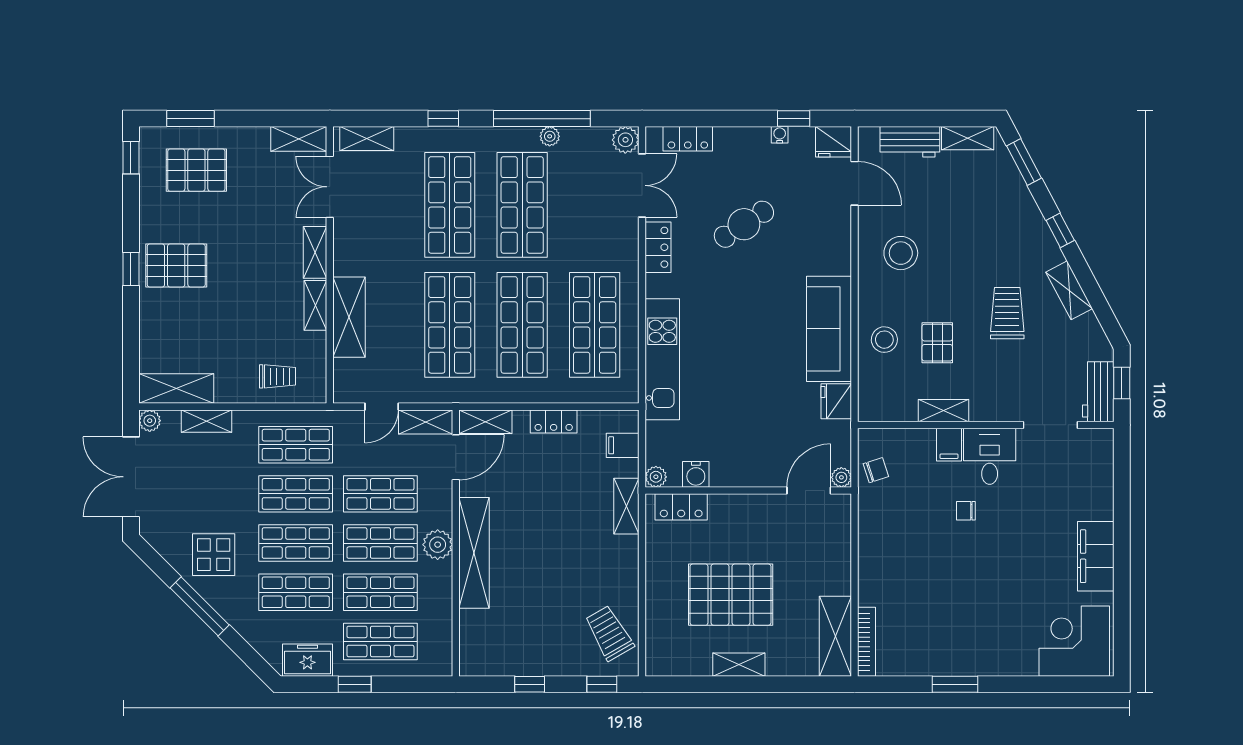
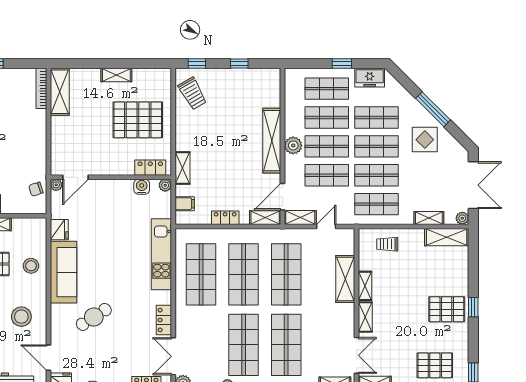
cafe table: (744, 224) -> (94, 317), moved
pallet: (731, 595) -> (138, 120), moved

